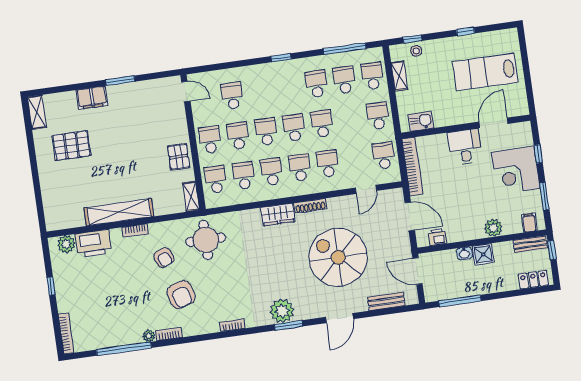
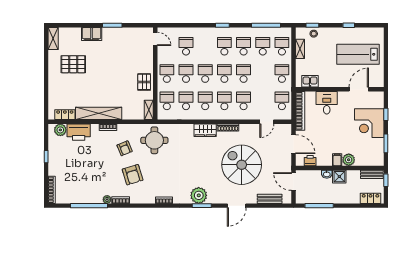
school desk: (288, 88) -> (224, 46), added
desk: (465, 147) -> (327, 103), moved
locker: (70, 221) -> (65, 115), added
filing cabinet: (529, 223) -> (337, 160), moved

